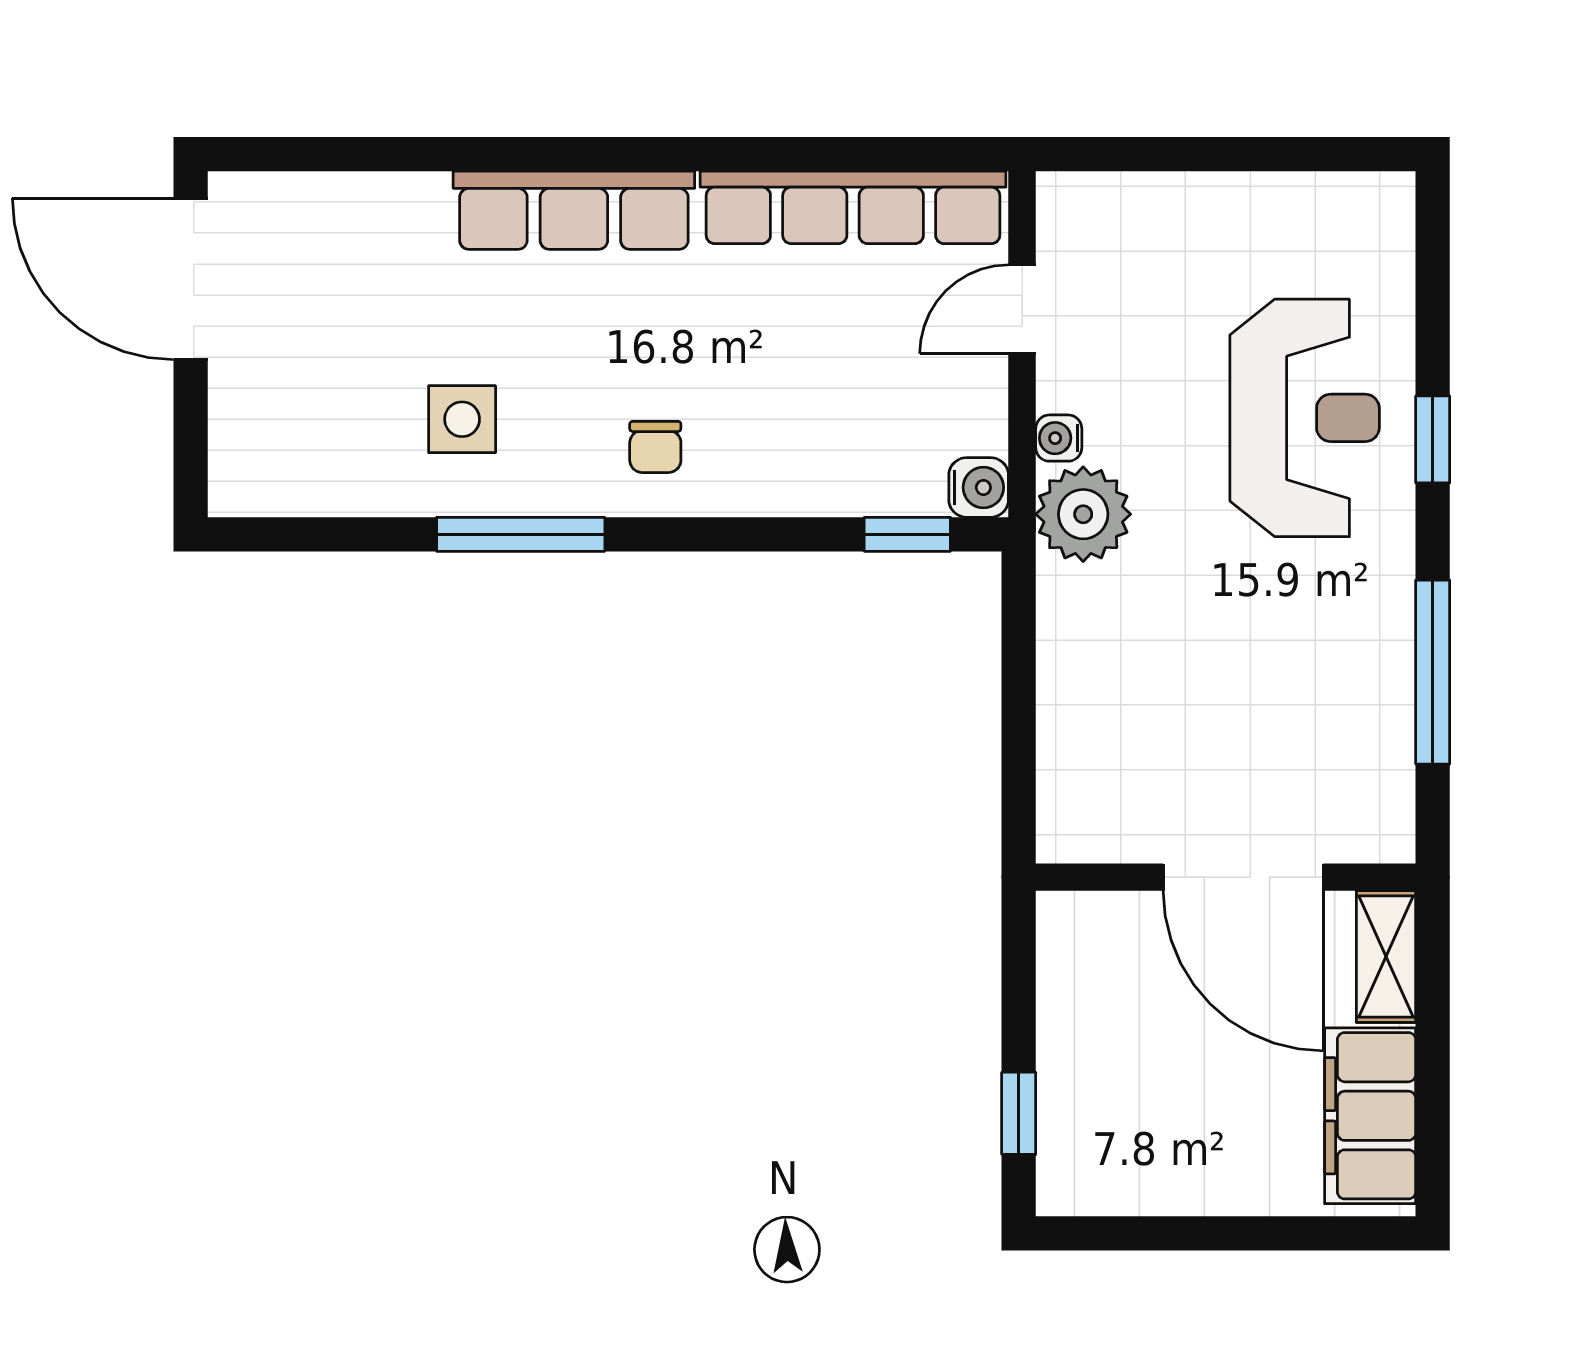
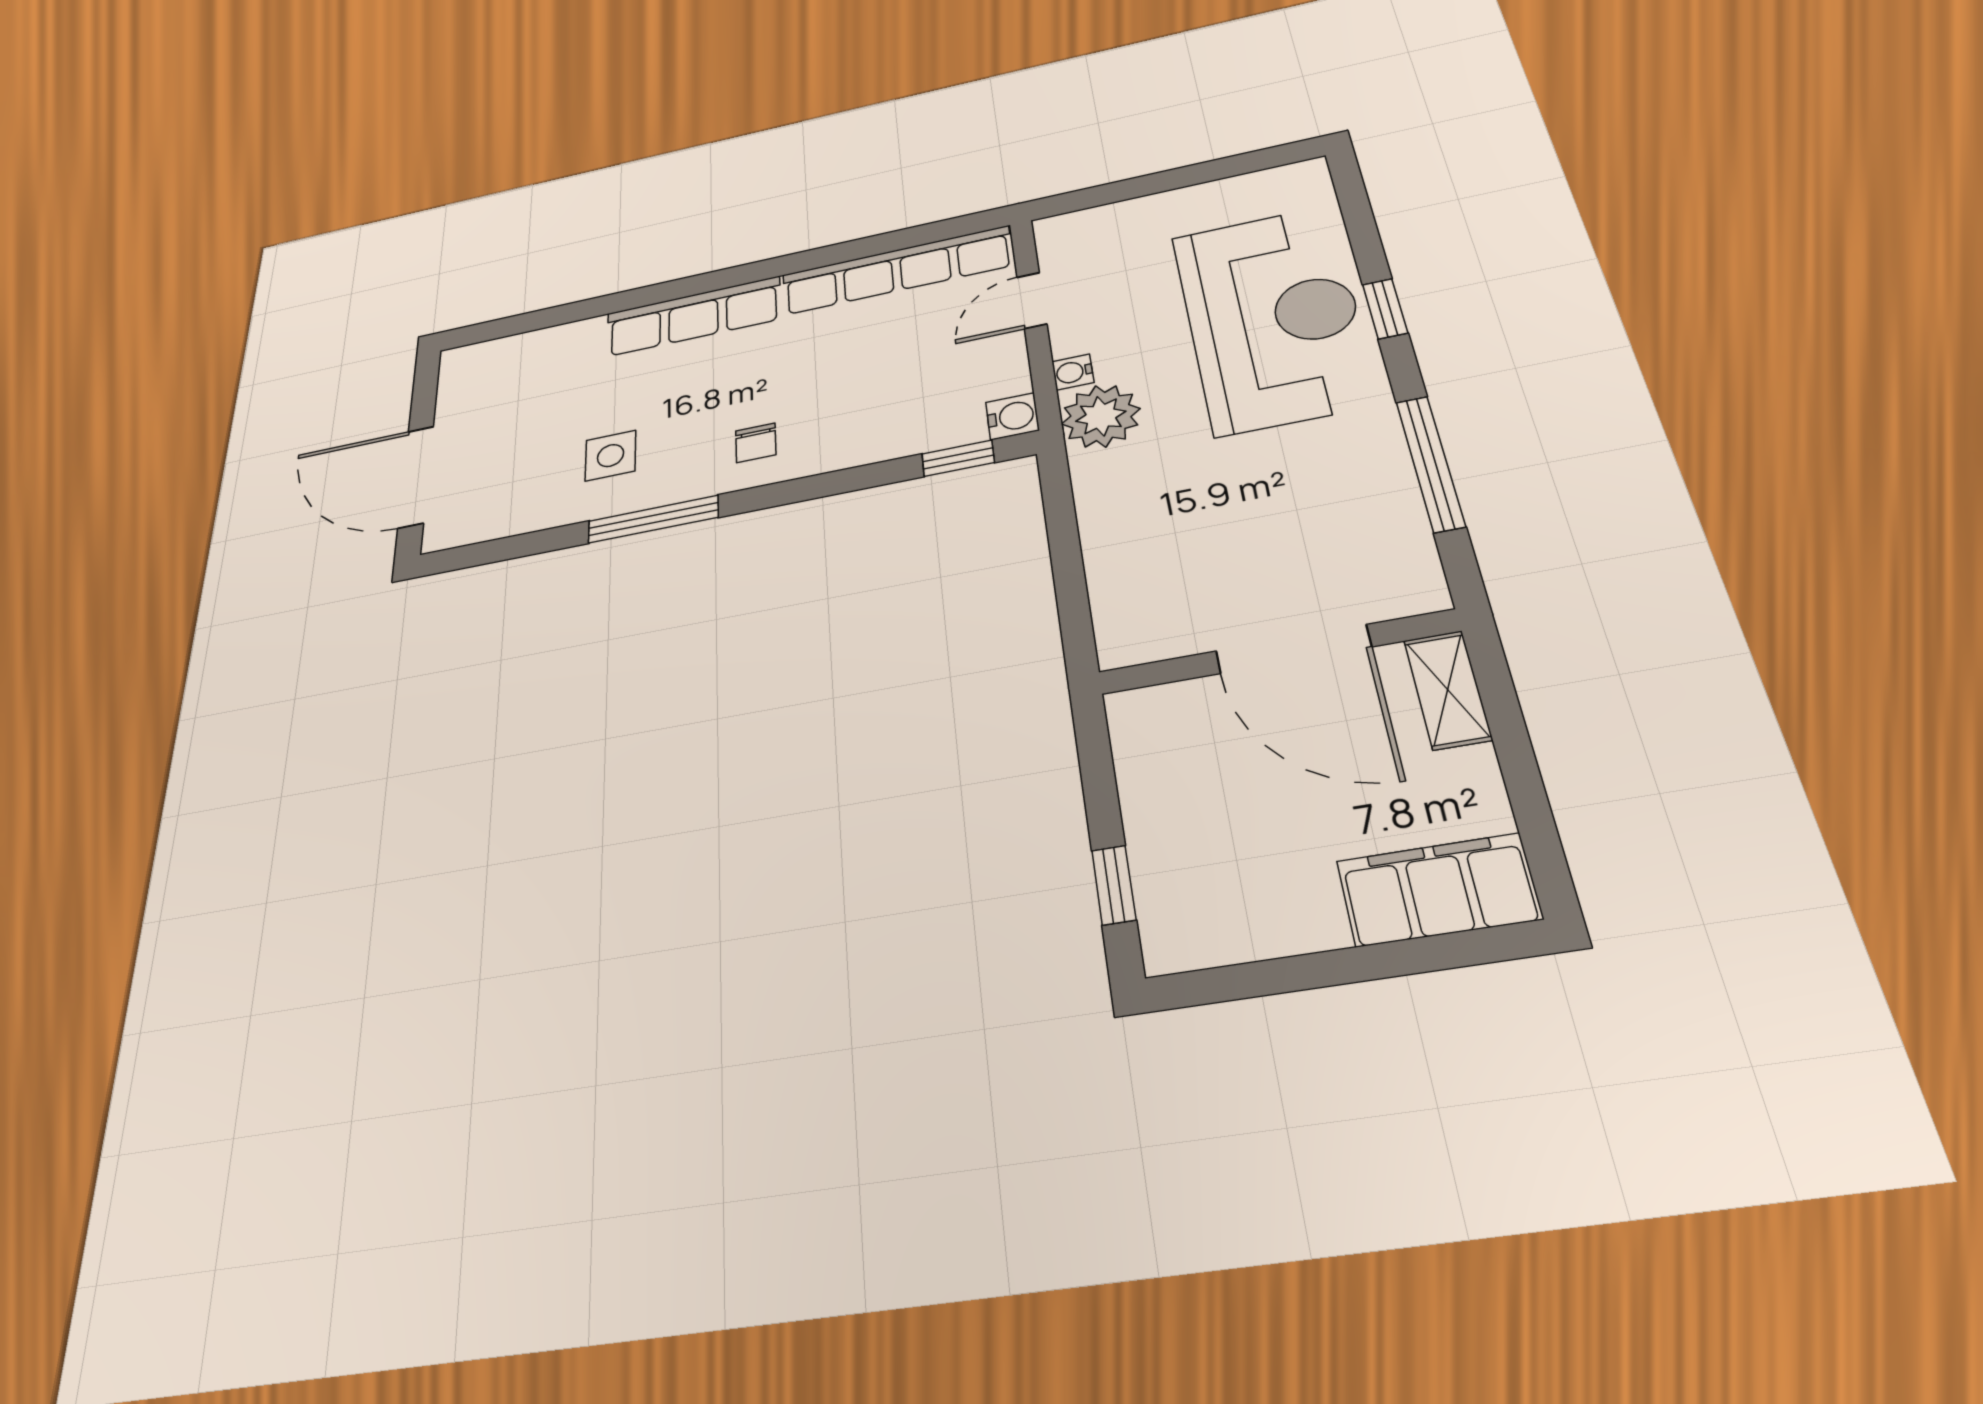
door: (191, 279) -> (416, 477), moved
reception desk: (1305, 418) -> (1273, 318), width x1.36, depth x1.30
filing cabinet: (1370, 1116) -> (1438, 890), moved, turned 90

